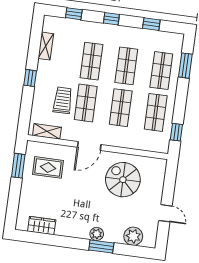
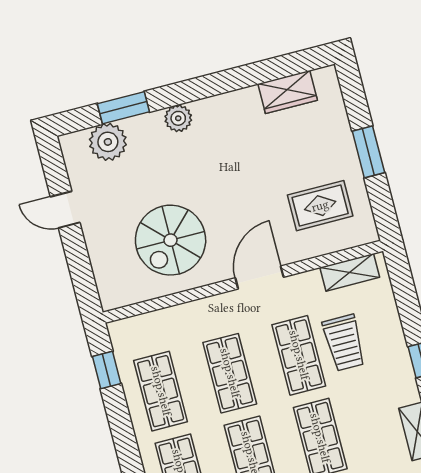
window: (18, 166) -> (368, 152), moved
spiral stairs: (123, 180) -> (171, 240), turned 90
window: (101, 247) -> (123, 108), moved

